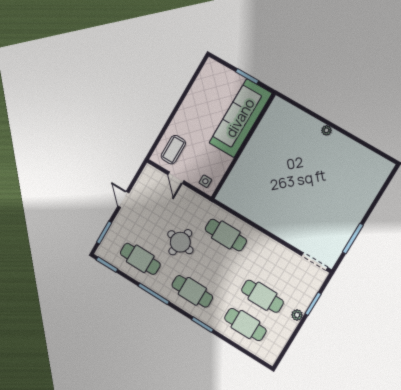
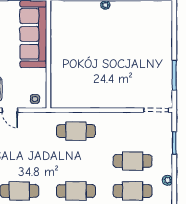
round table: (180, 242) -> (44, 158), removed
plant: (297, 315) -> (167, 180), moved

